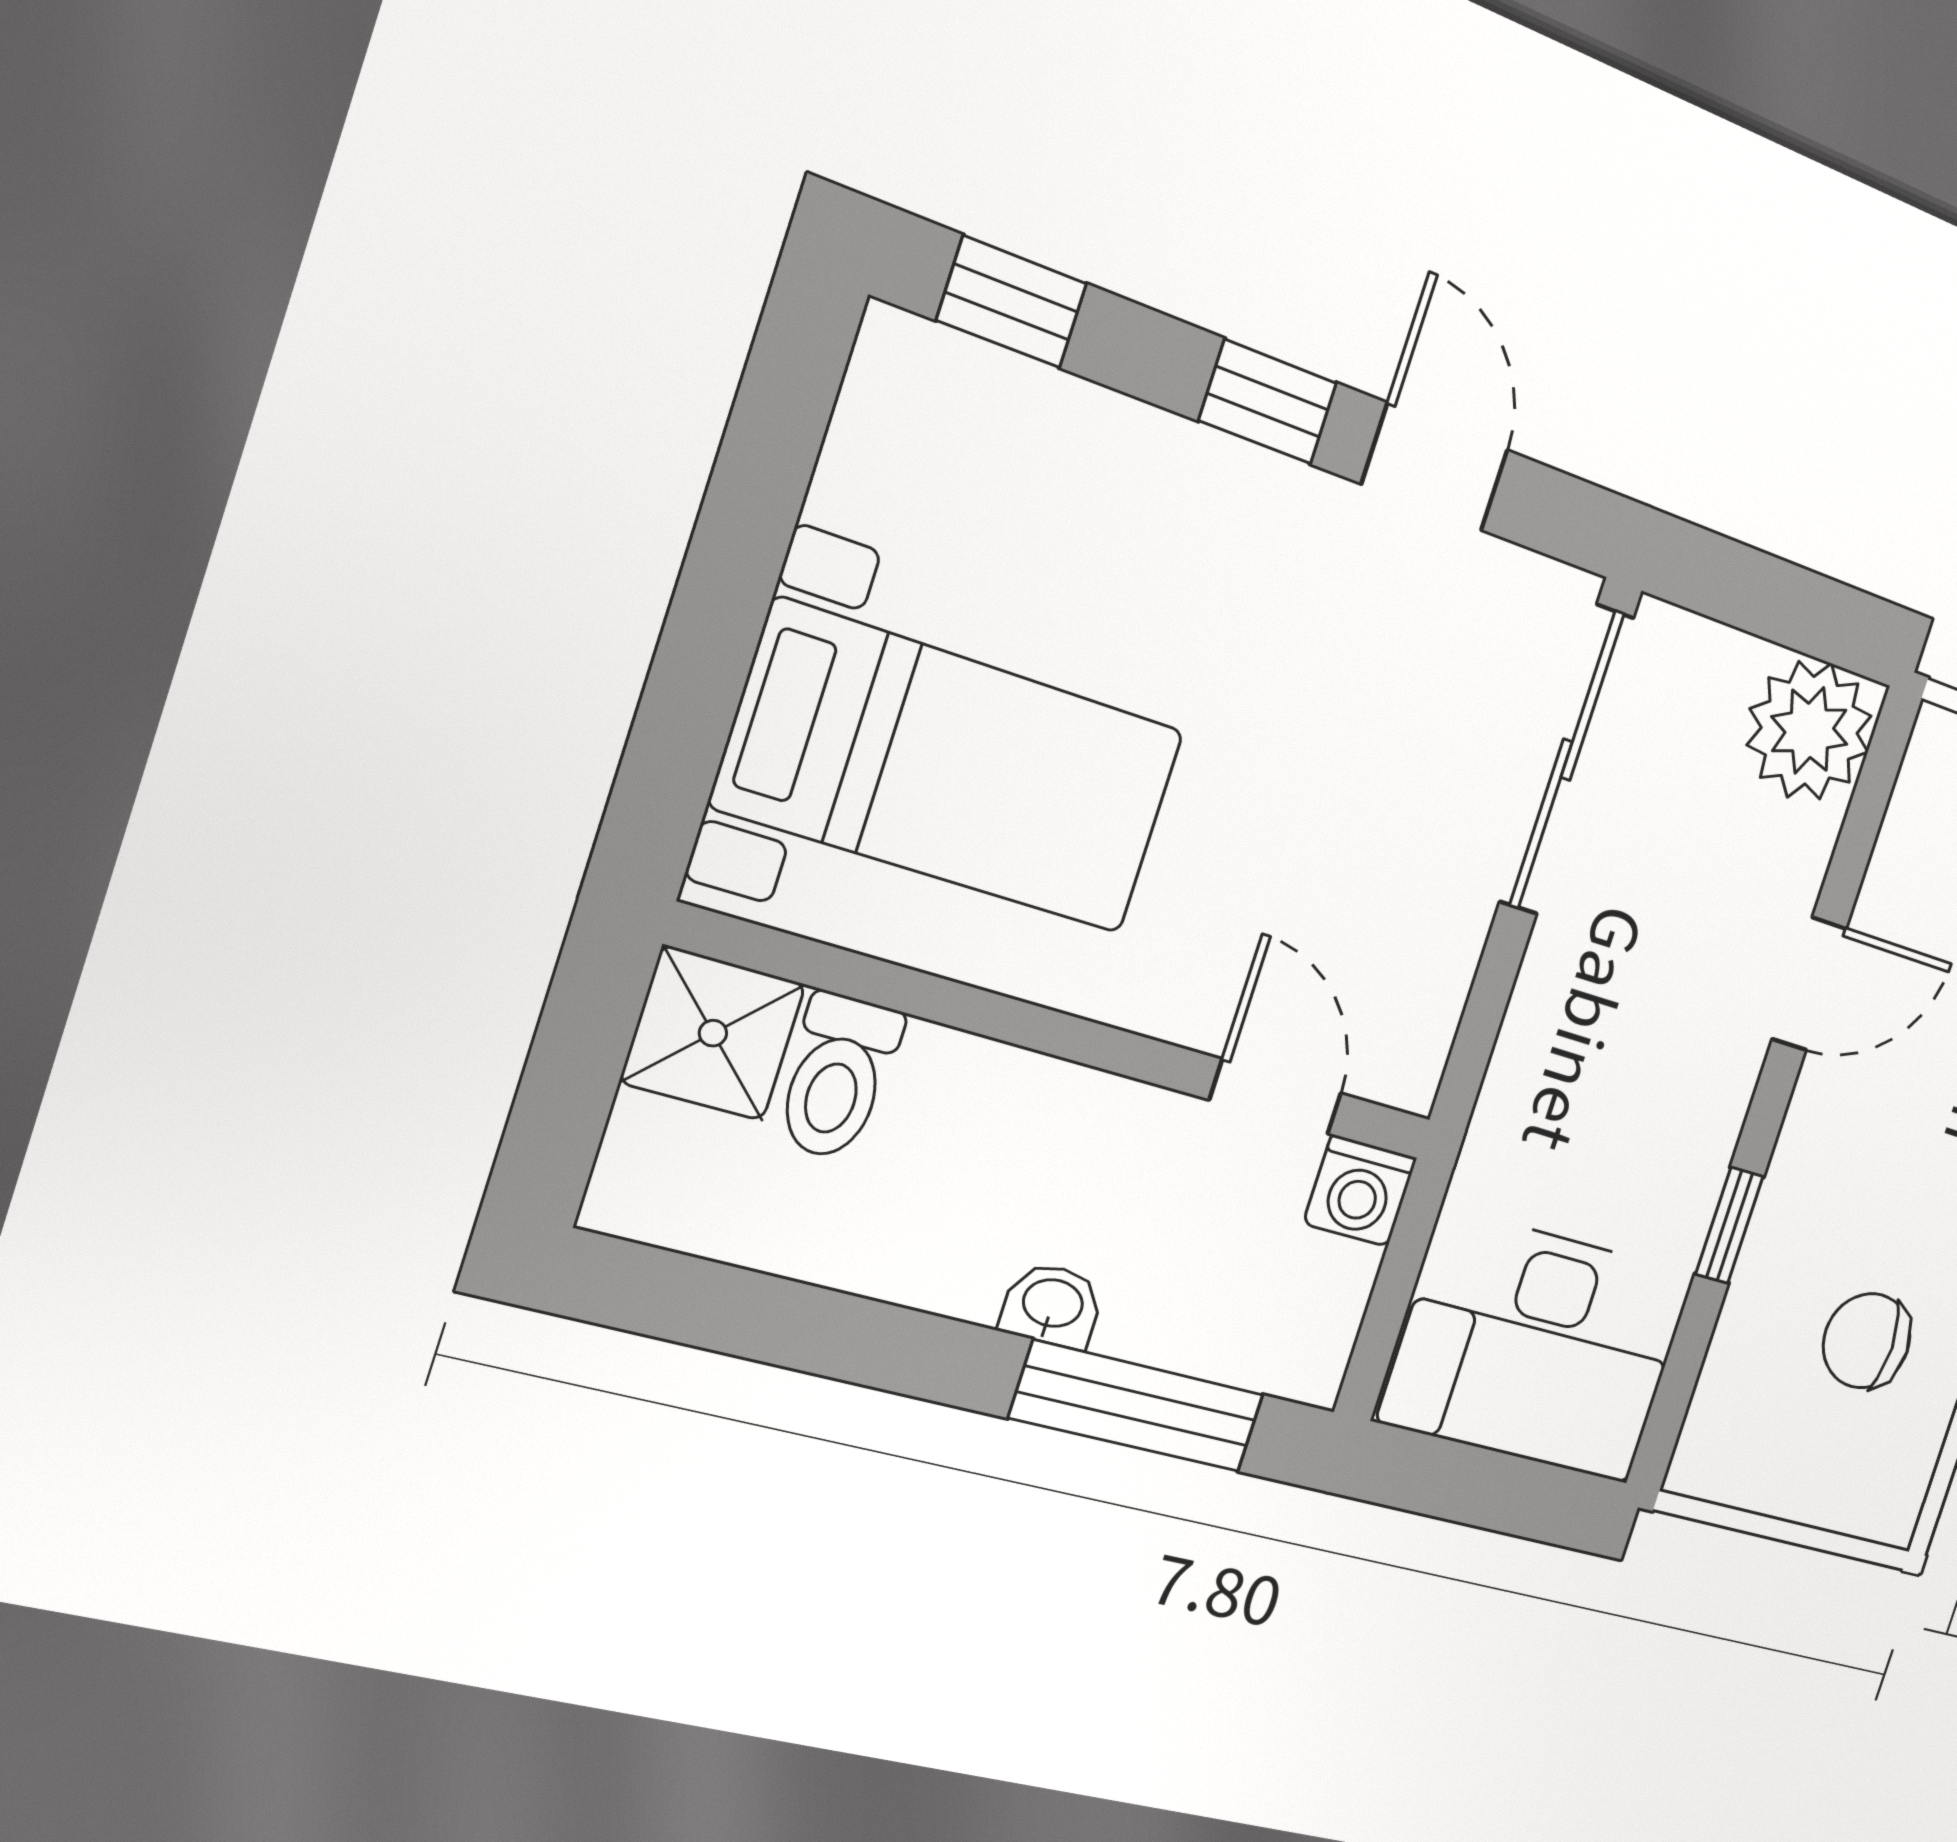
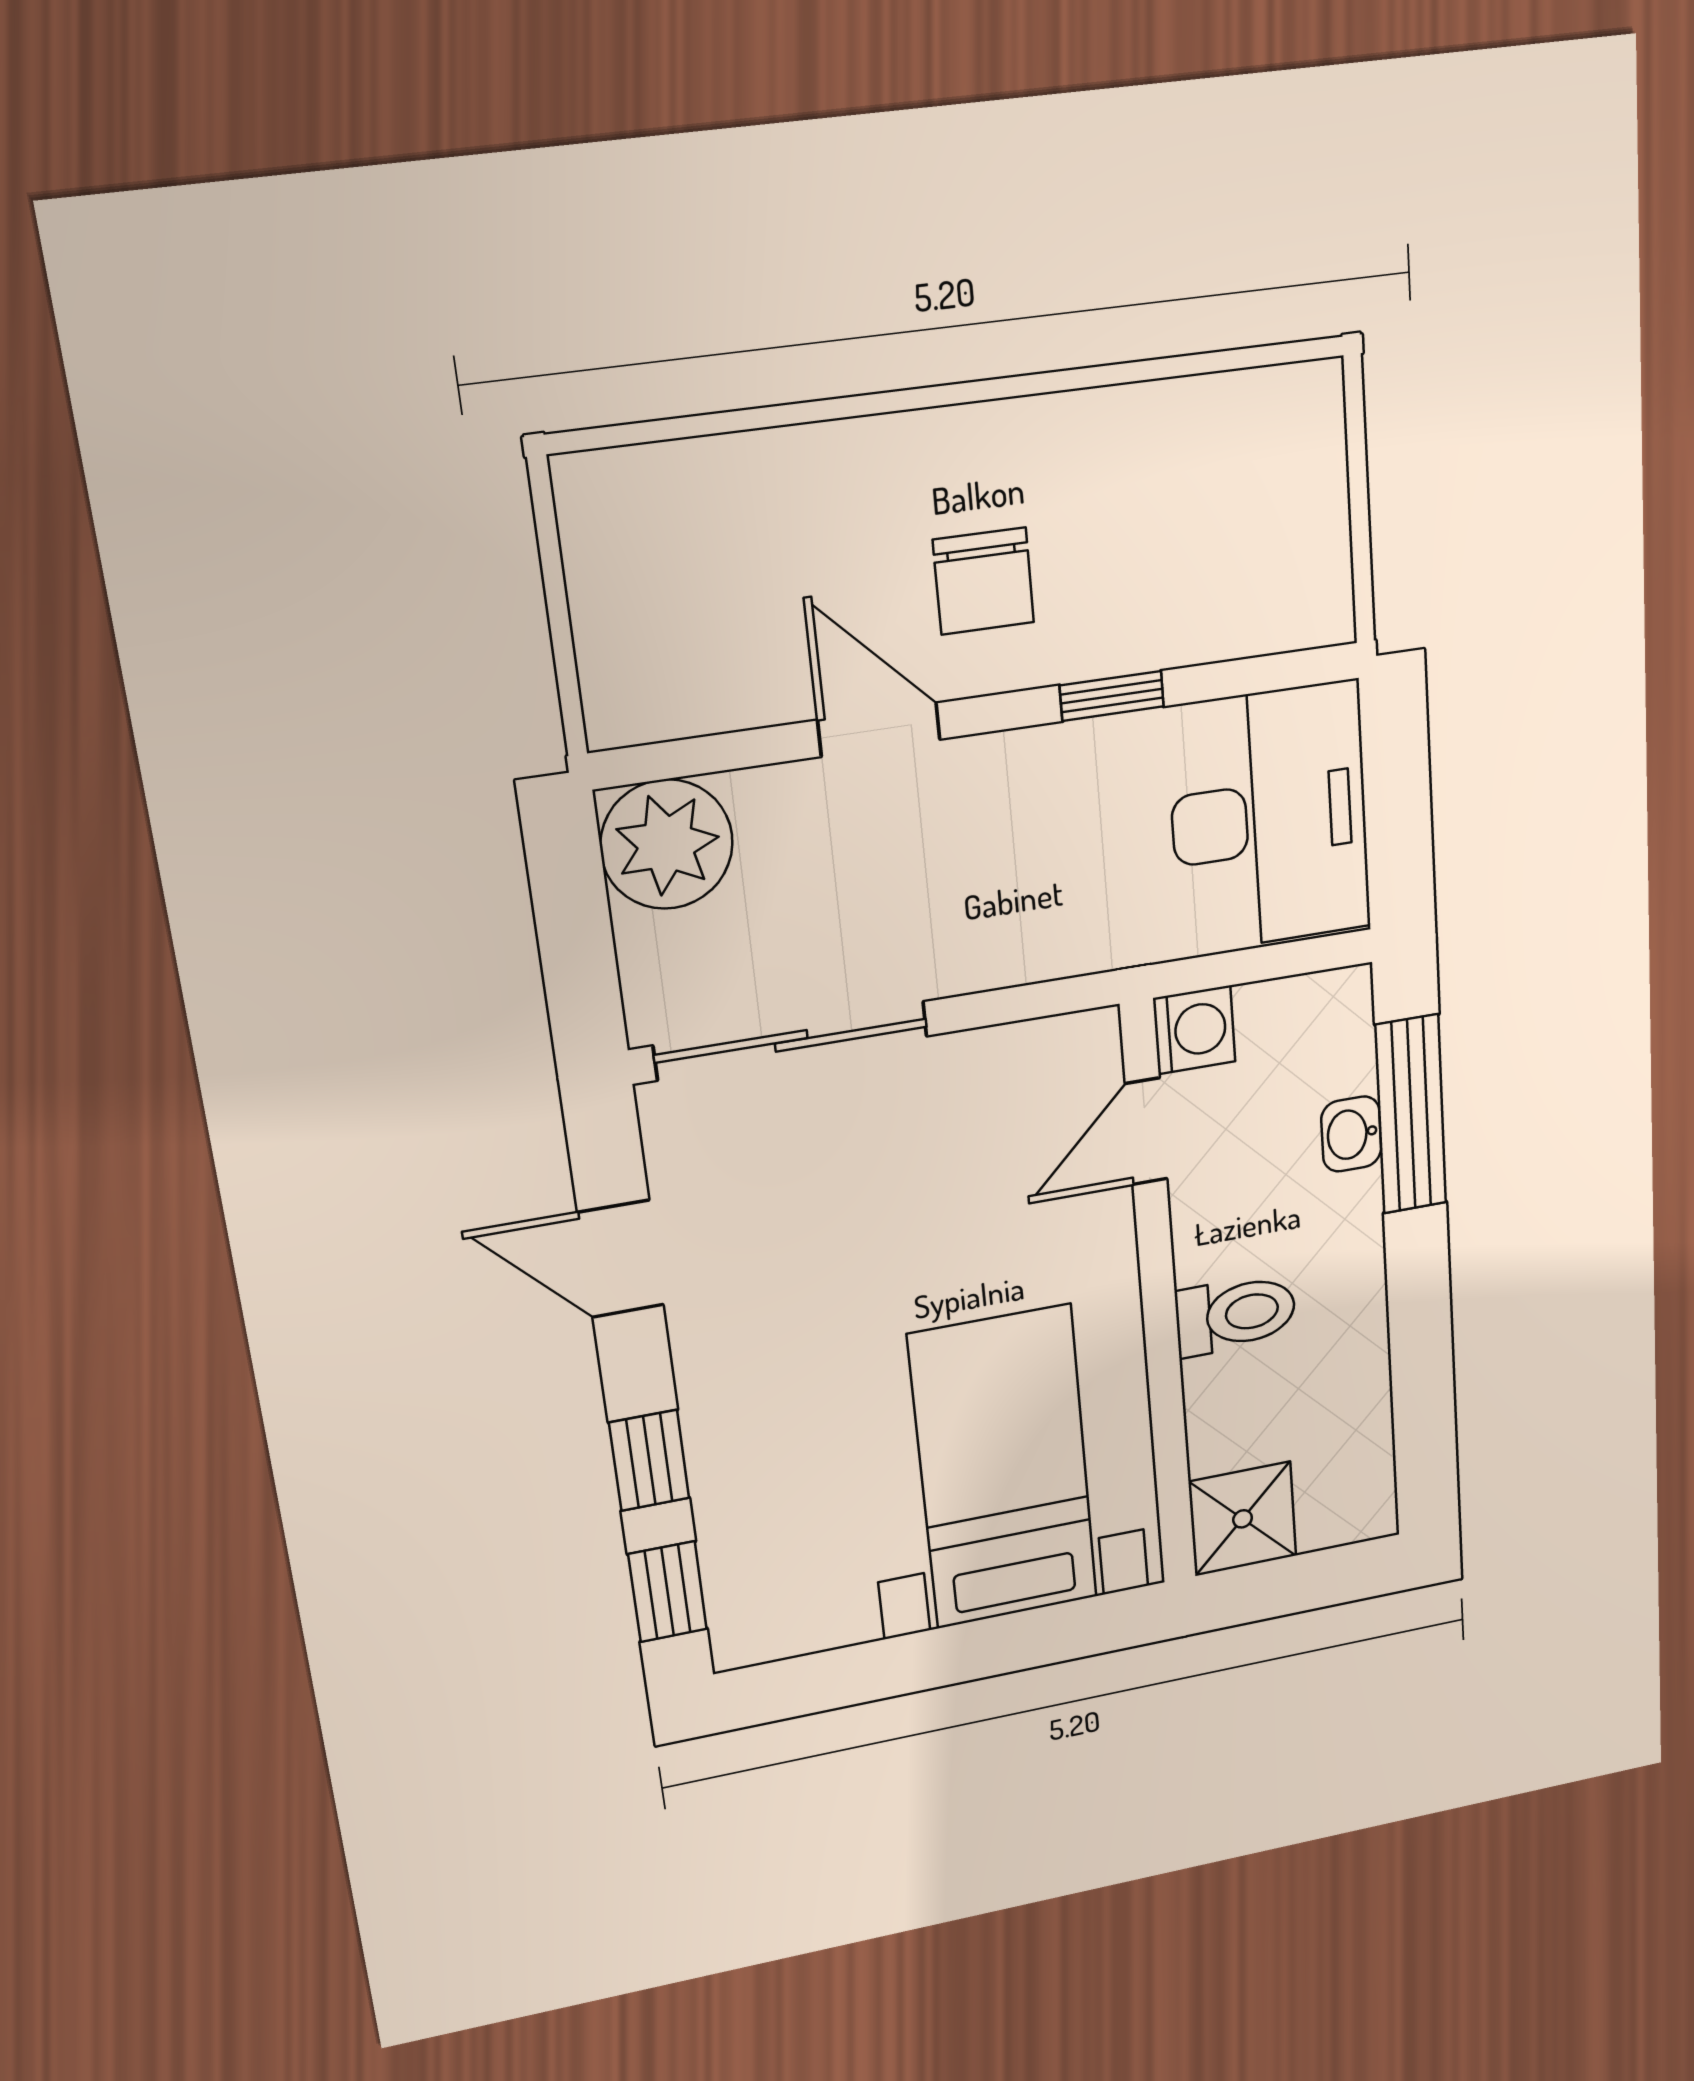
window: (1268, 402) -> (649, 1460), moved
door: (1435, 467) -> (621, 1259), hinge flipped
toilet: (838, 1077) -> (1236, 1314), moved
washbasin: (1052, 1305) -> (1351, 1134), moved
chair: (1867, 1341) -> (983, 581), moved

